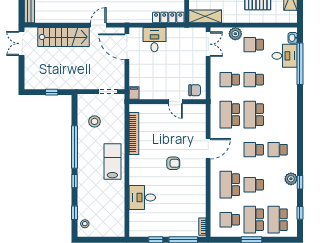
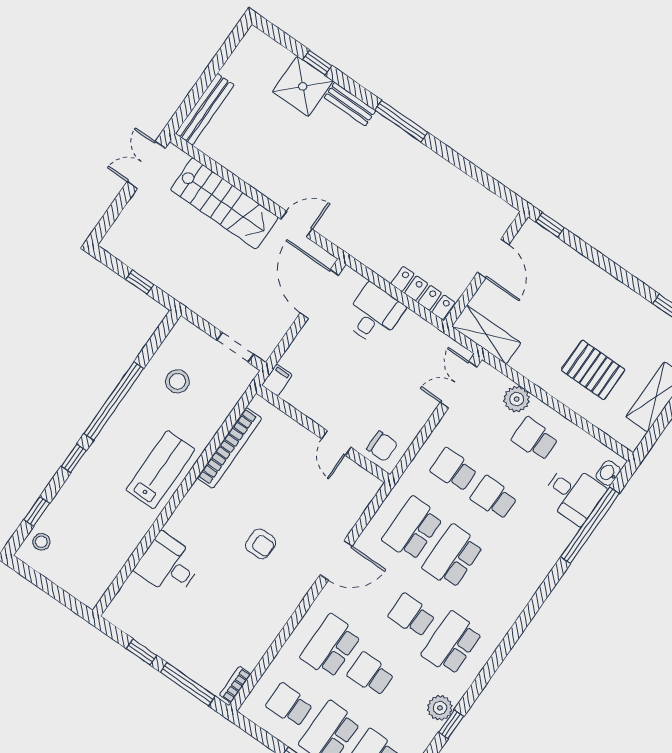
double door: (208, 44) -> (459, 385), swing flipped
school desk: (278, 150) -> (452, 643), width x1.85

